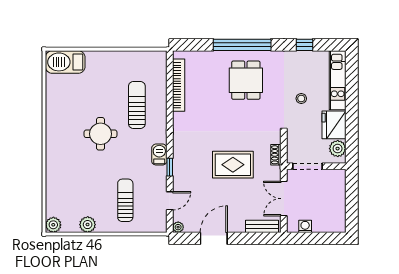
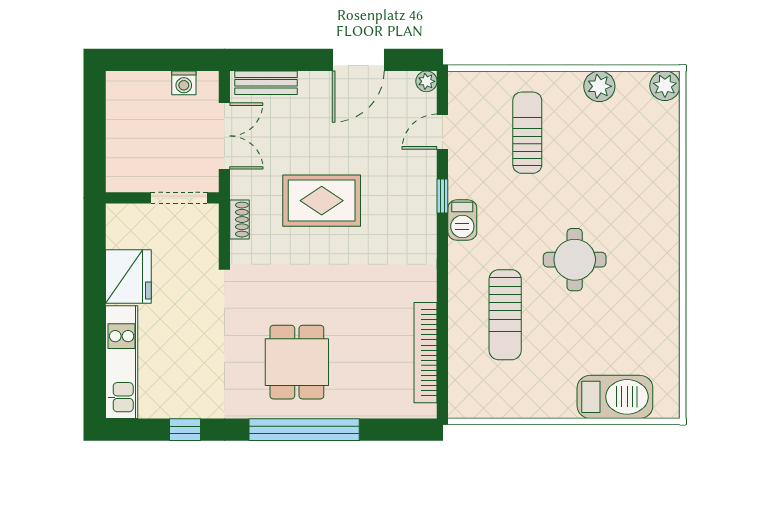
barbecue: (65, 62) -> (615, 397), moved
stool: (301, 99) -> (191, 327), removed
plant: (338, 149) -> (122, 231), removed
sun lounger: (125, 200) -> (527, 133), turned 180

